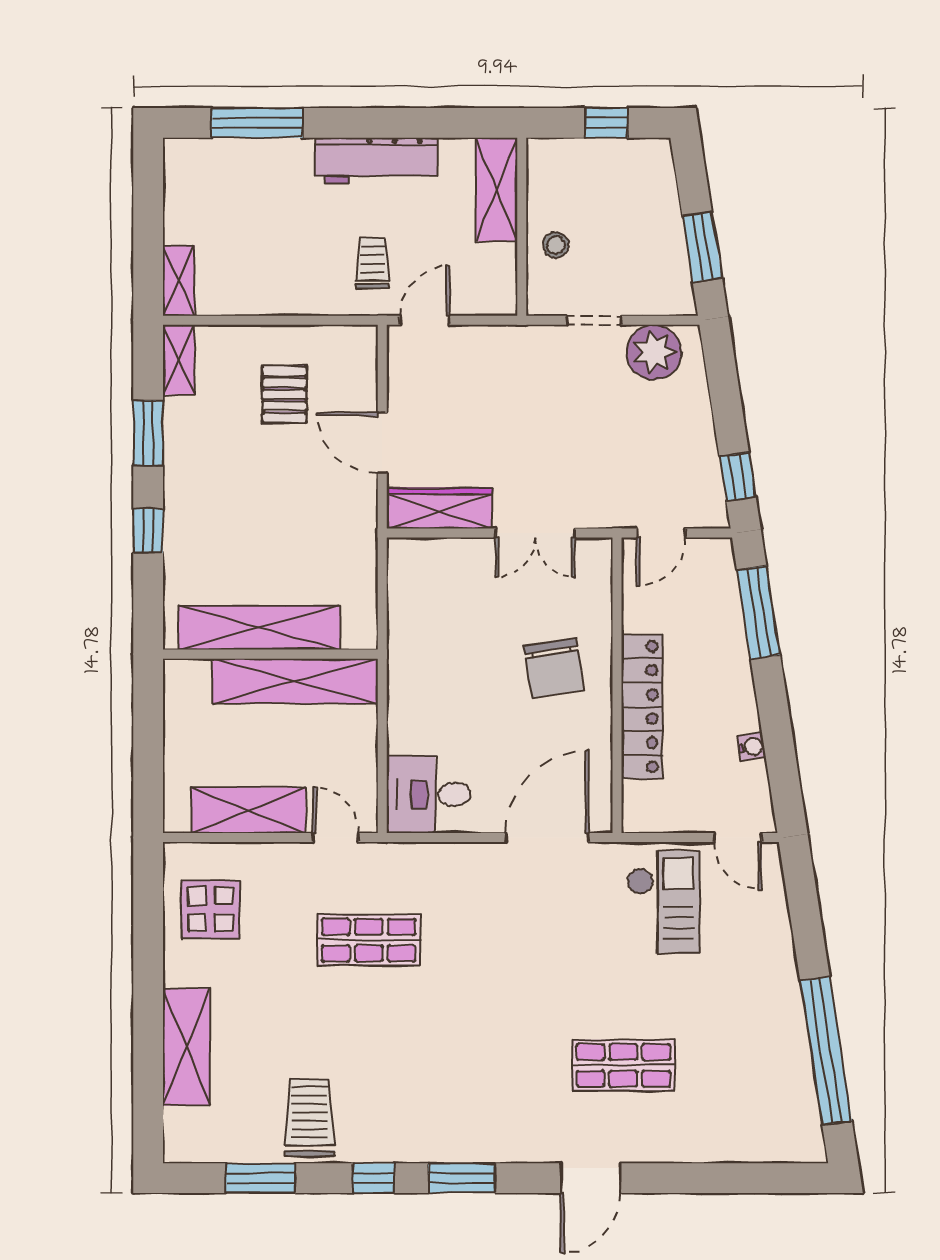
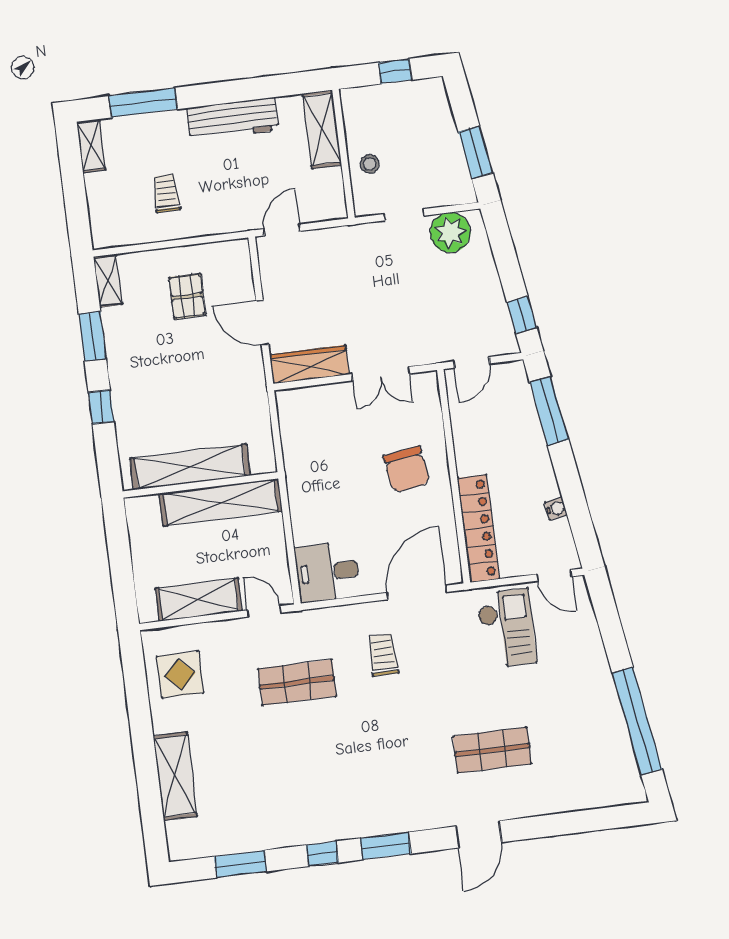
trolley: (373, 263) -> (166, 193), moved
shelving: (179, 281) -> (91, 146), moved
locker: (642, 707) -> (478, 529), moved
trolley: (309, 1118) -> (383, 655), moved, width x0.73, depth x0.72

